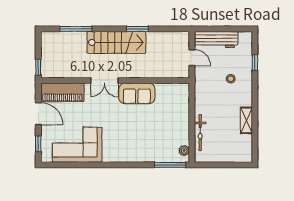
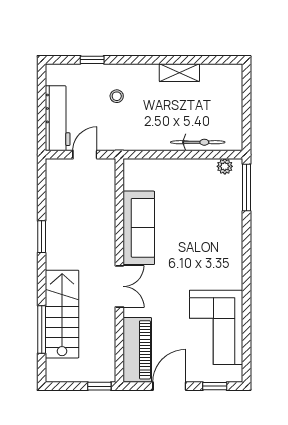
stairs: (116, 42) -> (62, 314), moved
sofa: (137, 93) -> (139, 228), width x1.36

